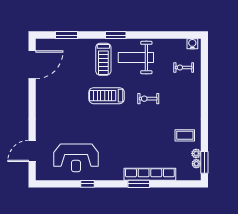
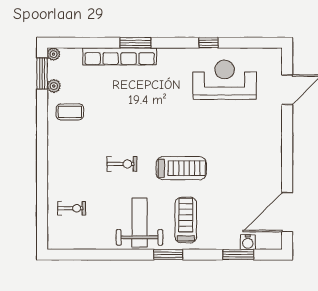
water cooler: (192, 44) -> (248, 242), moved
weight bench: (136, 58) -> (140, 222), turned -90
plant: (196, 164) -> (54, 54), moved

